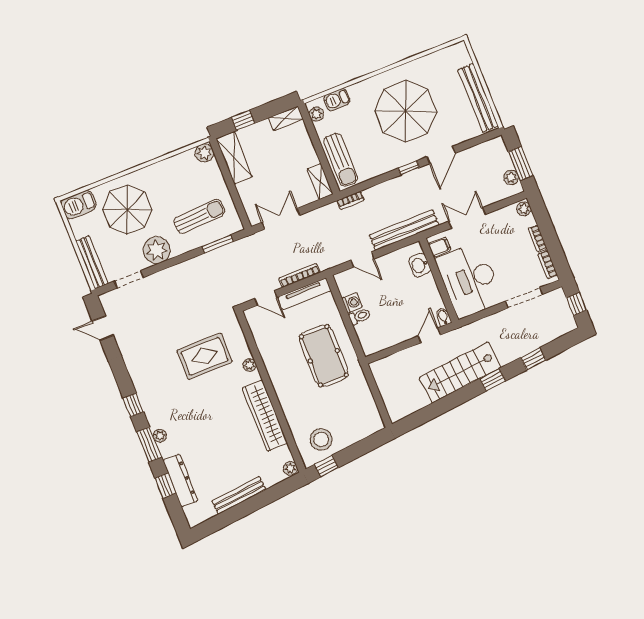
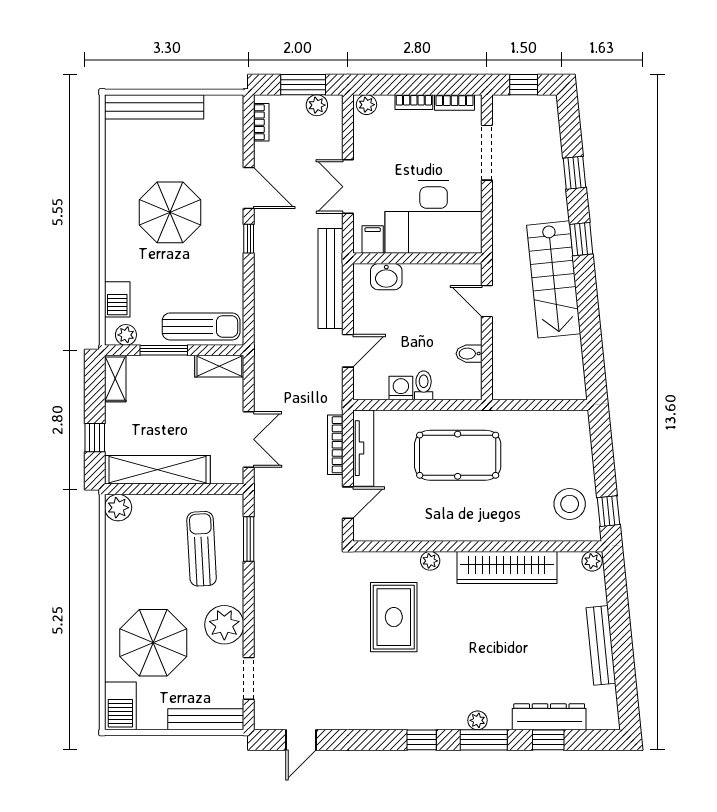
bench: (478, 98) -> (154, 107), moved
parasol: (406, 111) -> (170, 212), width x0.73, depth x0.73
window: (316, 142) -> (164, 350), added
shelving: (234, 158) -> (157, 470), width x1.47
bookcase: (351, 200) -> (261, 122), moved
double door: (281, 219) -> (249, 439), swing flipped
bidet: (443, 317) -> (469, 354), moved

